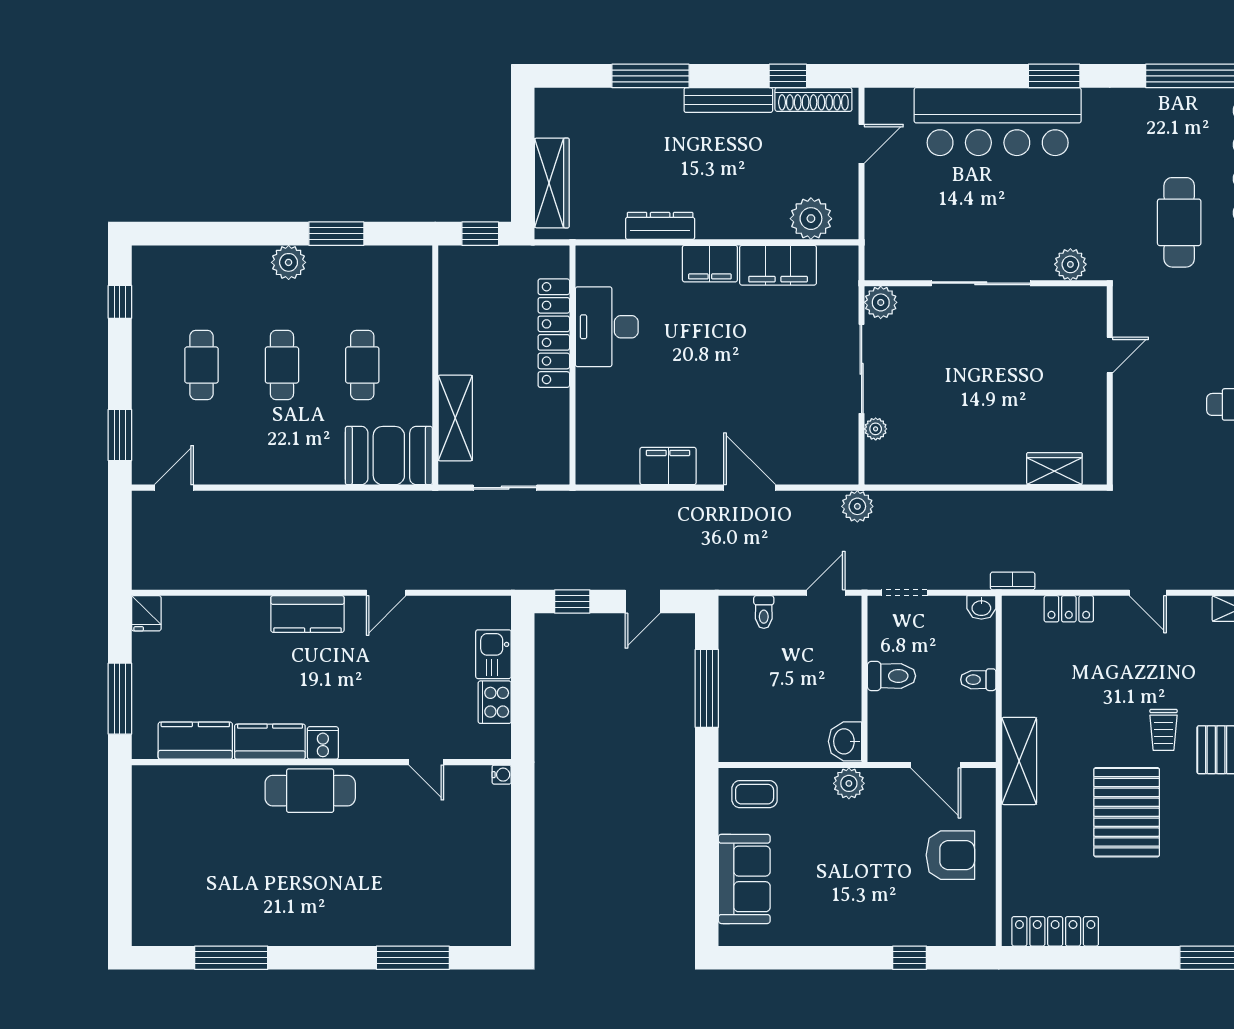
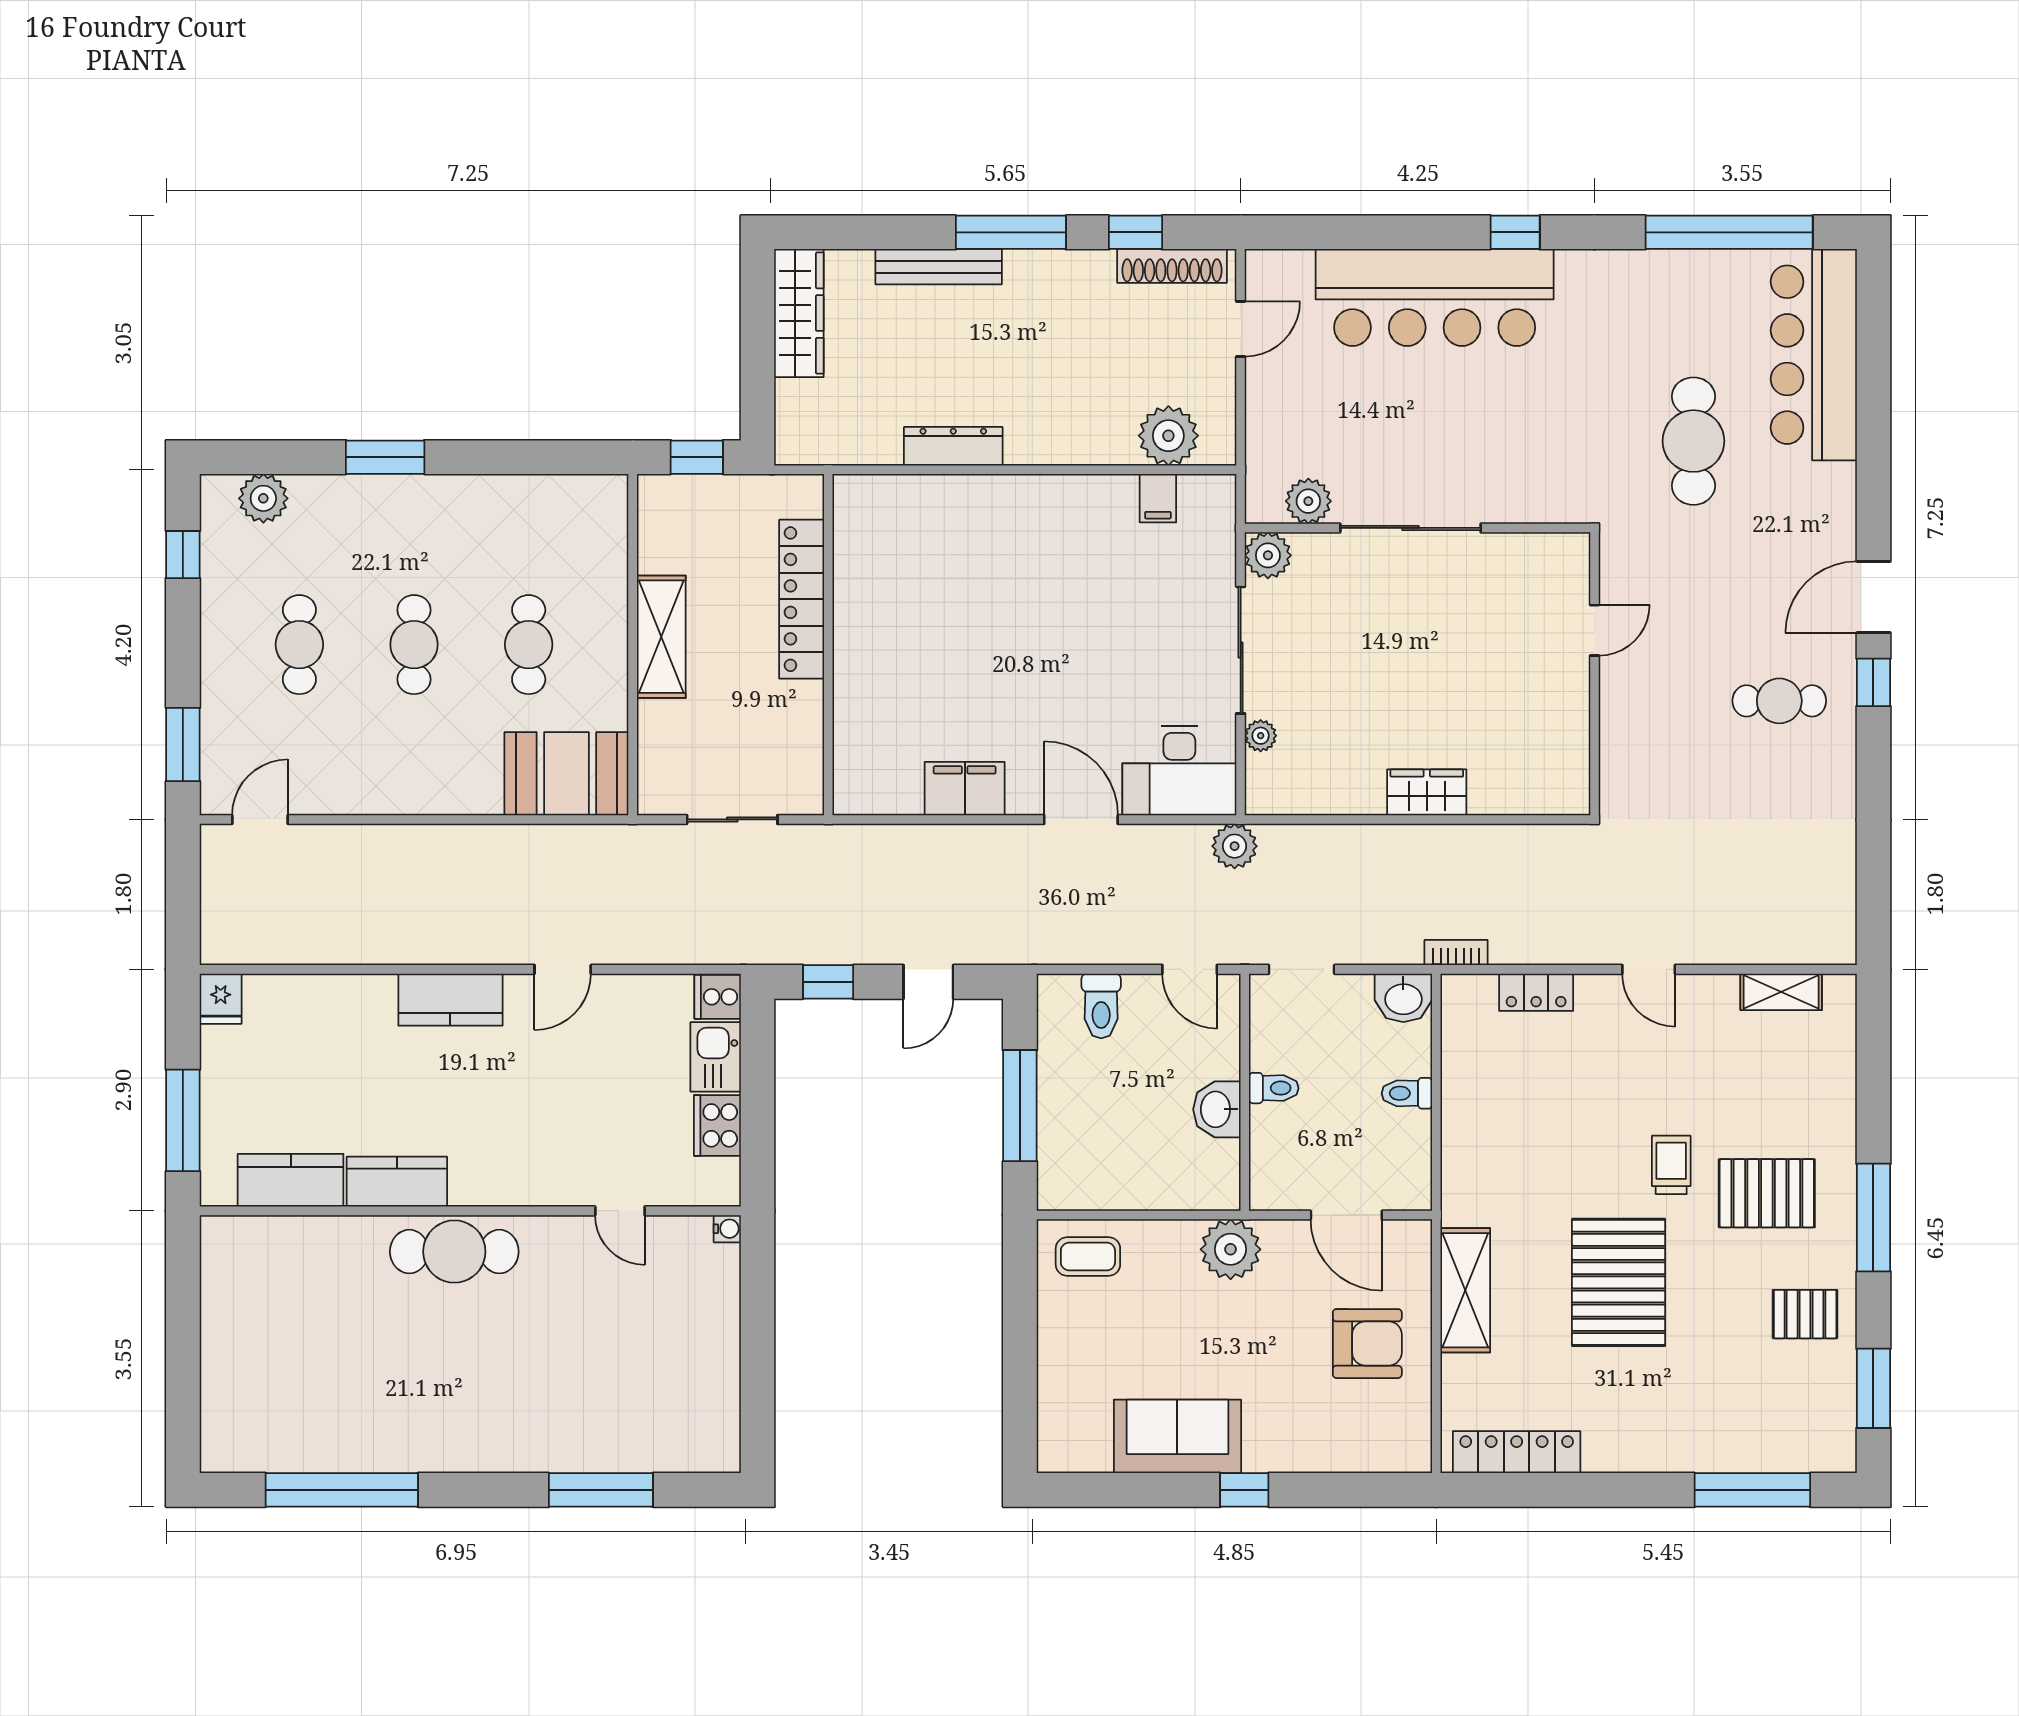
window: (650, 76) -> (1011, 232), moved
window: (1054, 76) -> (1515, 232), width x0.67
bench: (728, 100) -> (939, 267), moved
wardrobe: (552, 183) -> (799, 313), moved
window: (336, 234) -> (385, 457), moved
plant: (289, 262) -> (263, 498), moved
filing cabinet: (710, 264) -> (1024, 500), removed
plant: (1070, 264) -> (1308, 501), moved
filing cabinet: (778, 265) -> (1158, 498), width x0.33, depth x0.86
desk: (607, 327) -> (1179, 771), moved, turned -90
shelving: (455, 418) -> (661, 637), moved
wardrobe: (1054, 469) -> (1427, 792), moved
door: (826, 593) -> (1190, 969), swing flipped
washbasin: (981, 607) -> (1403, 998), width x1.38, depth x1.45
toilet: (764, 612) -> (1101, 1006), width x1.37, depth x1.39
toilet: (892, 676) -> (1274, 1088), width x0.73, depth x0.72
trolley: (1164, 730) -> (1671, 1165), turned 180
washbasin: (845, 741) -> (1217, 1109), moved
cooker: (323, 743) -> (718, 997), moved, turned -90
shelving: (1019, 761) -> (1465, 1290), moved
plant: (849, 783) -> (1231, 1249), width x1.36, depth x1.36
sofa: (744, 879) -> (1177, 1436), moved, turned -90
window: (231, 958) -> (342, 1490), width x1.46
window: (910, 958) -> (1244, 1490), moved

